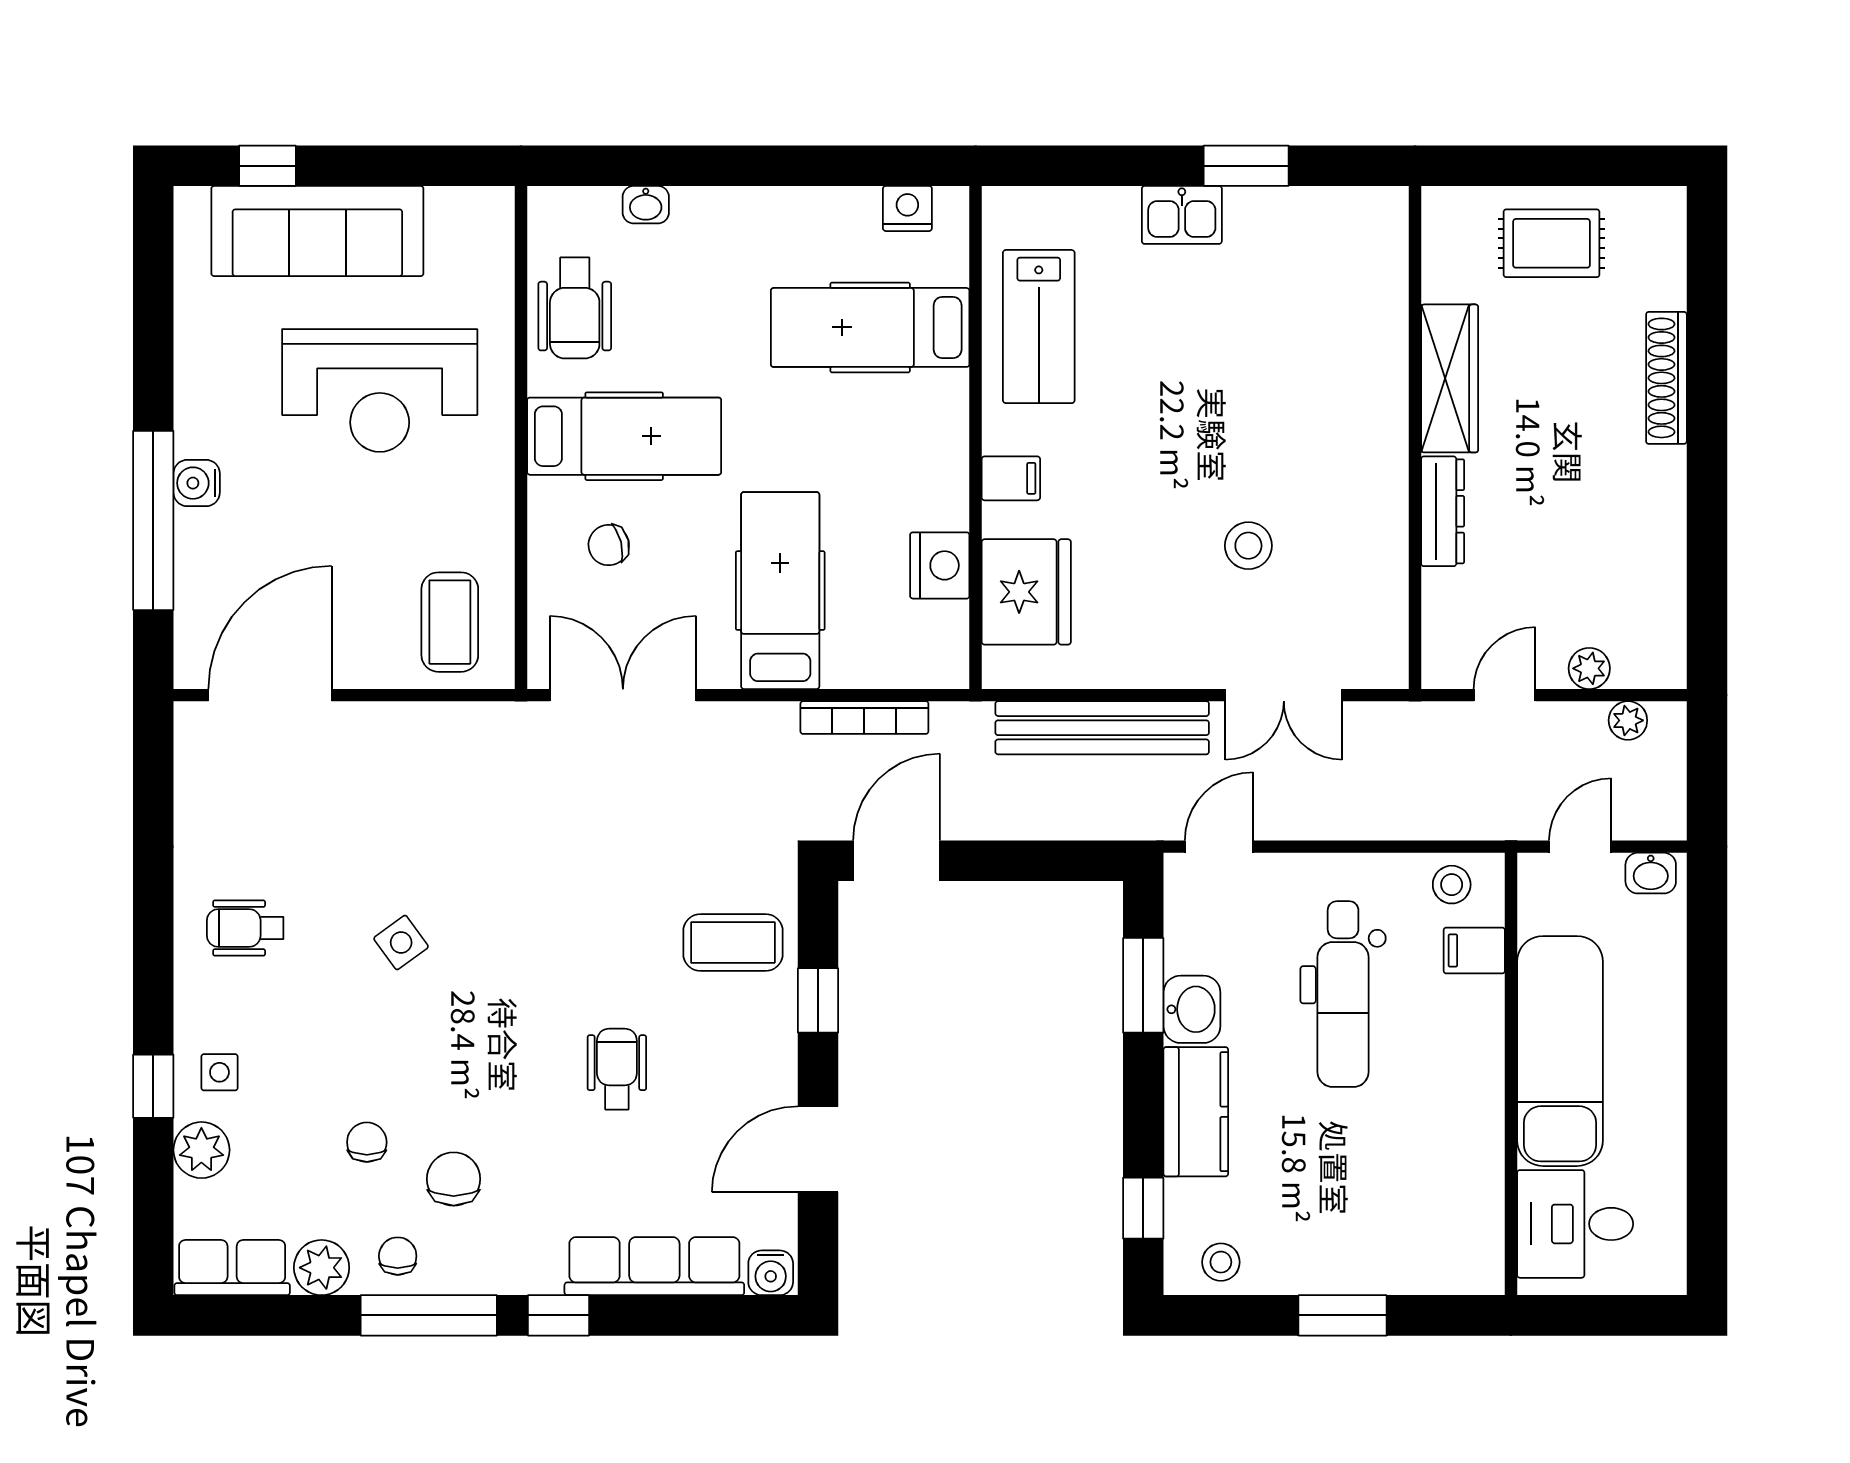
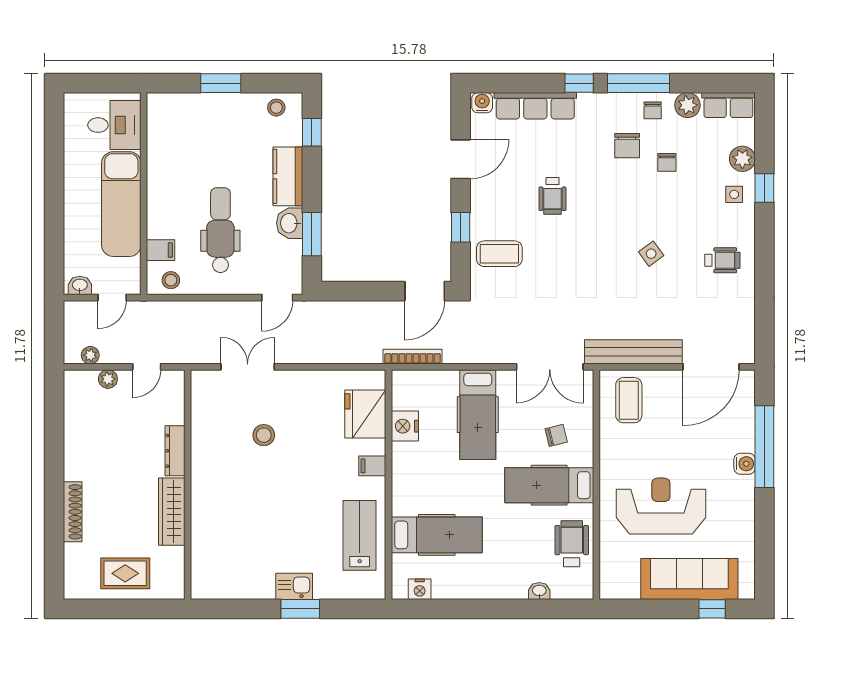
window: (1246, 166) -> (300, 609), moved
bookcase: (864, 718) -> (412, 357), moved
bench: (1102, 728) -> (633, 352), moved

